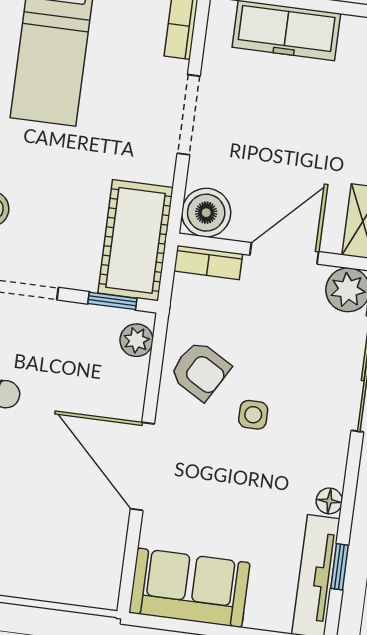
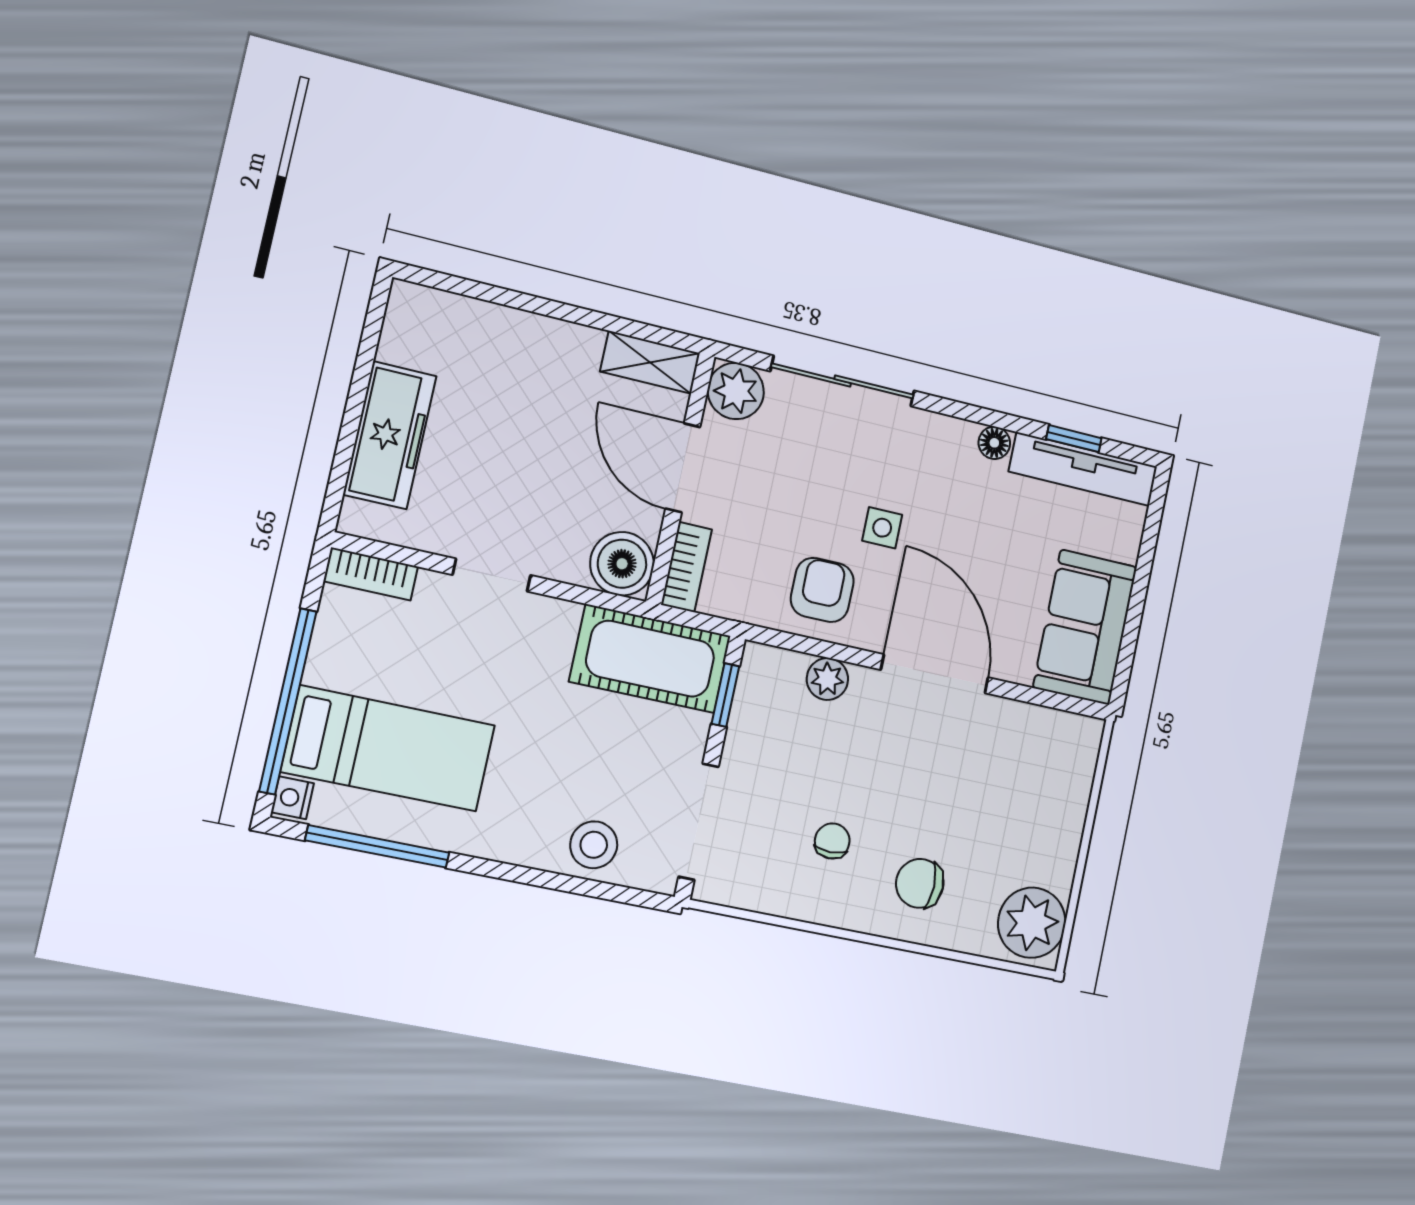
doorway: (189, 115) -> (492, 575), width x0.73
plant: (137, 340) -> (827, 679), moved
armchair: (200, 371) -> (822, 590), turned -30
door: (142, 466) -> (935, 674), swing flipped

